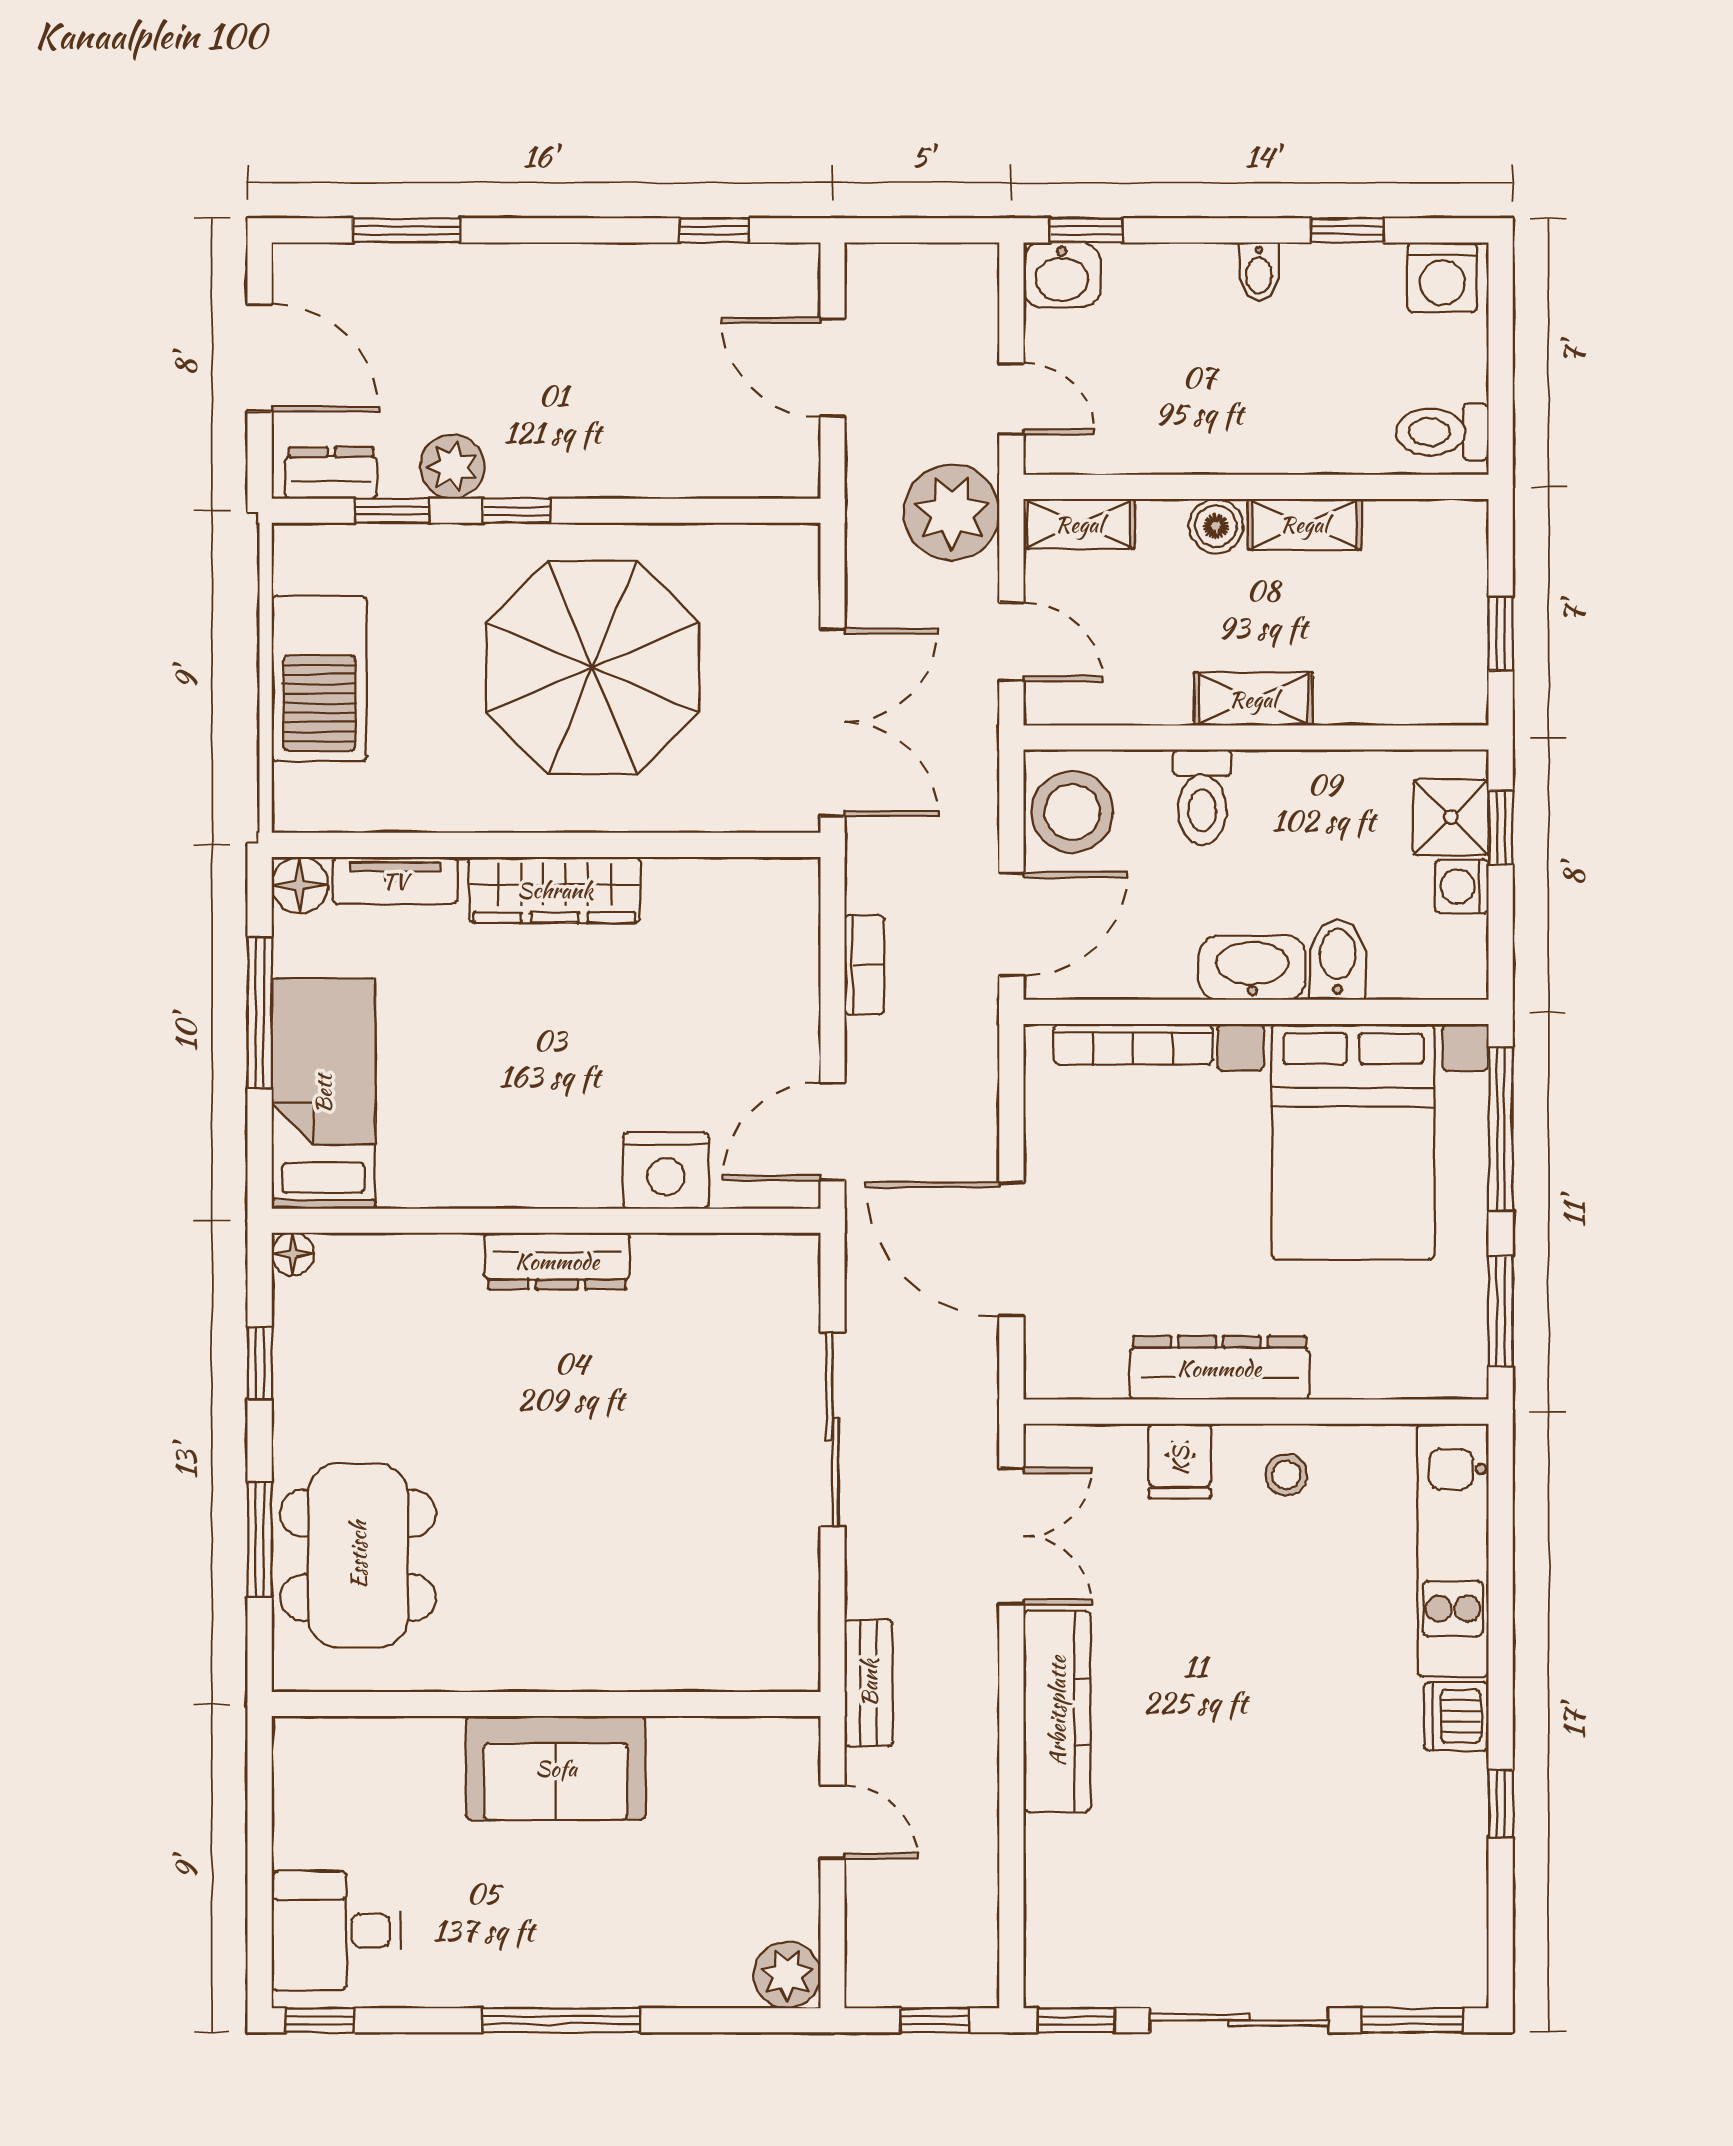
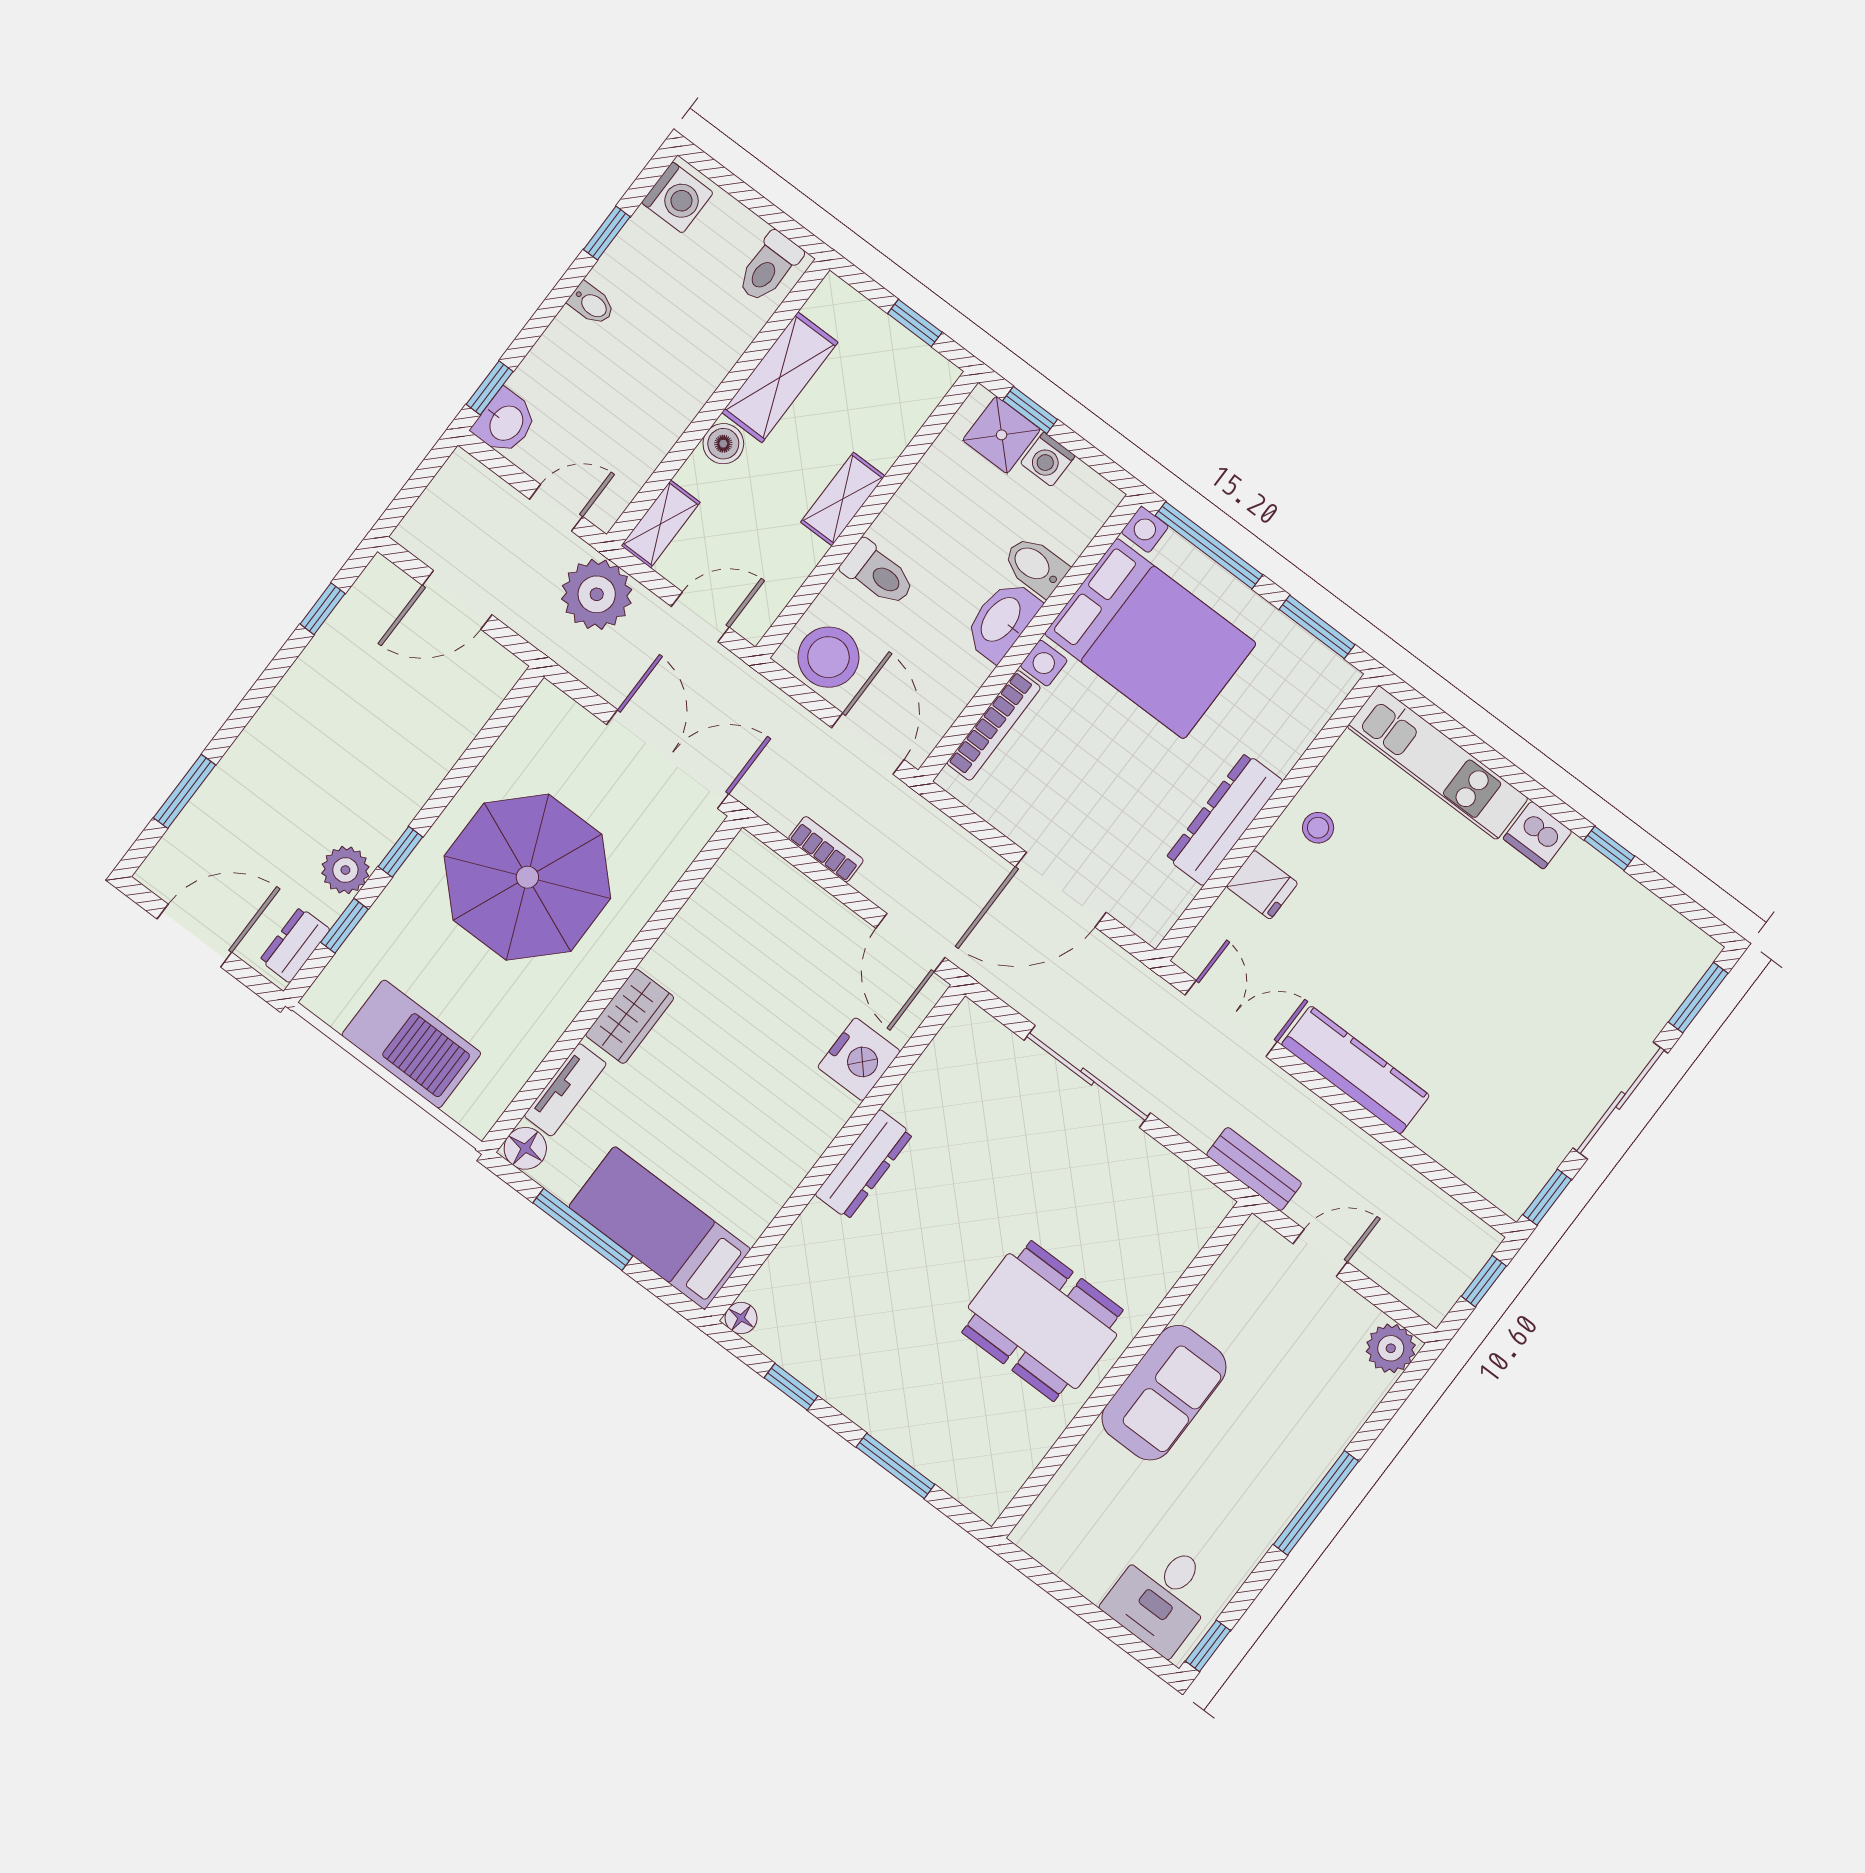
shelving: (1304, 524) -> (780, 377), width x1.50, depth x1.33
wardrobe: (555, 890) -> (630, 1016), width x0.67
dining table: (358, 1555) -> (1042, 1321), moved

